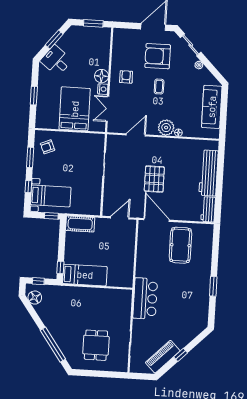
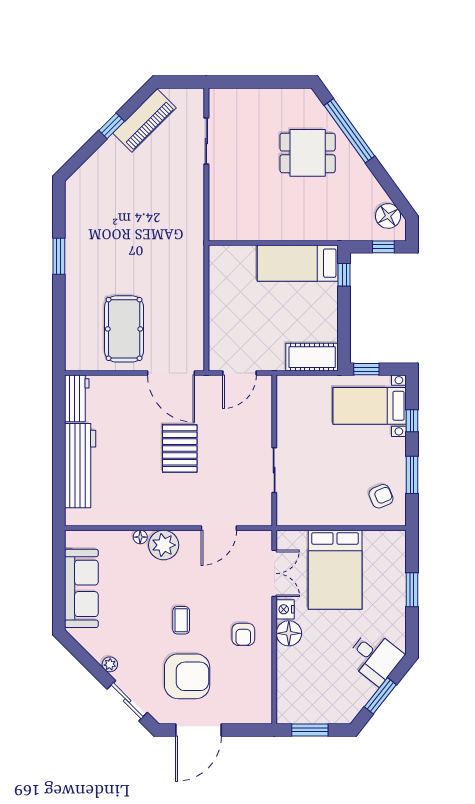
bar counter: (145, 299) -> (183, 226), removed
dining table: (96, 345) -> (308, 153), moved, turned 90

